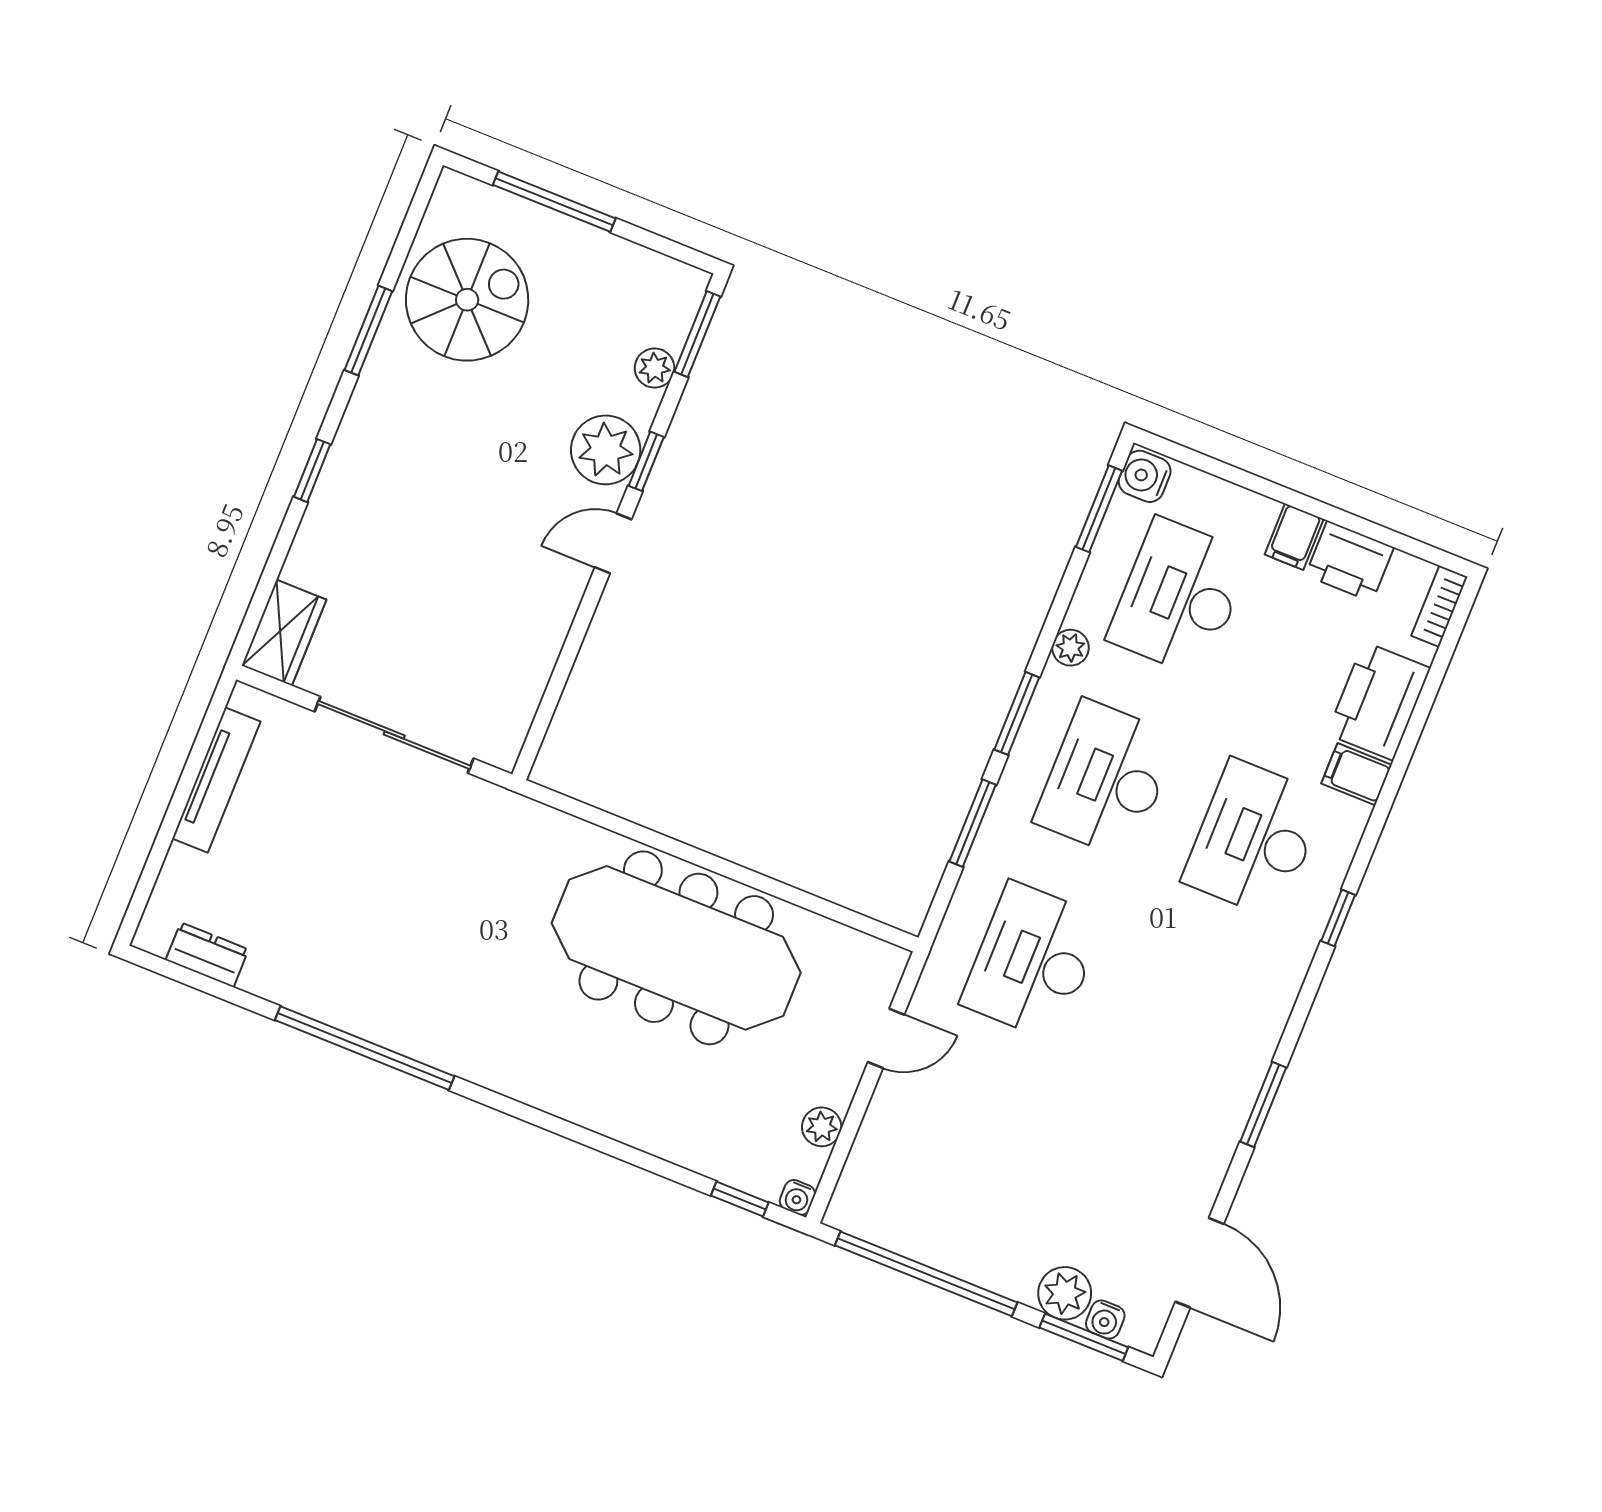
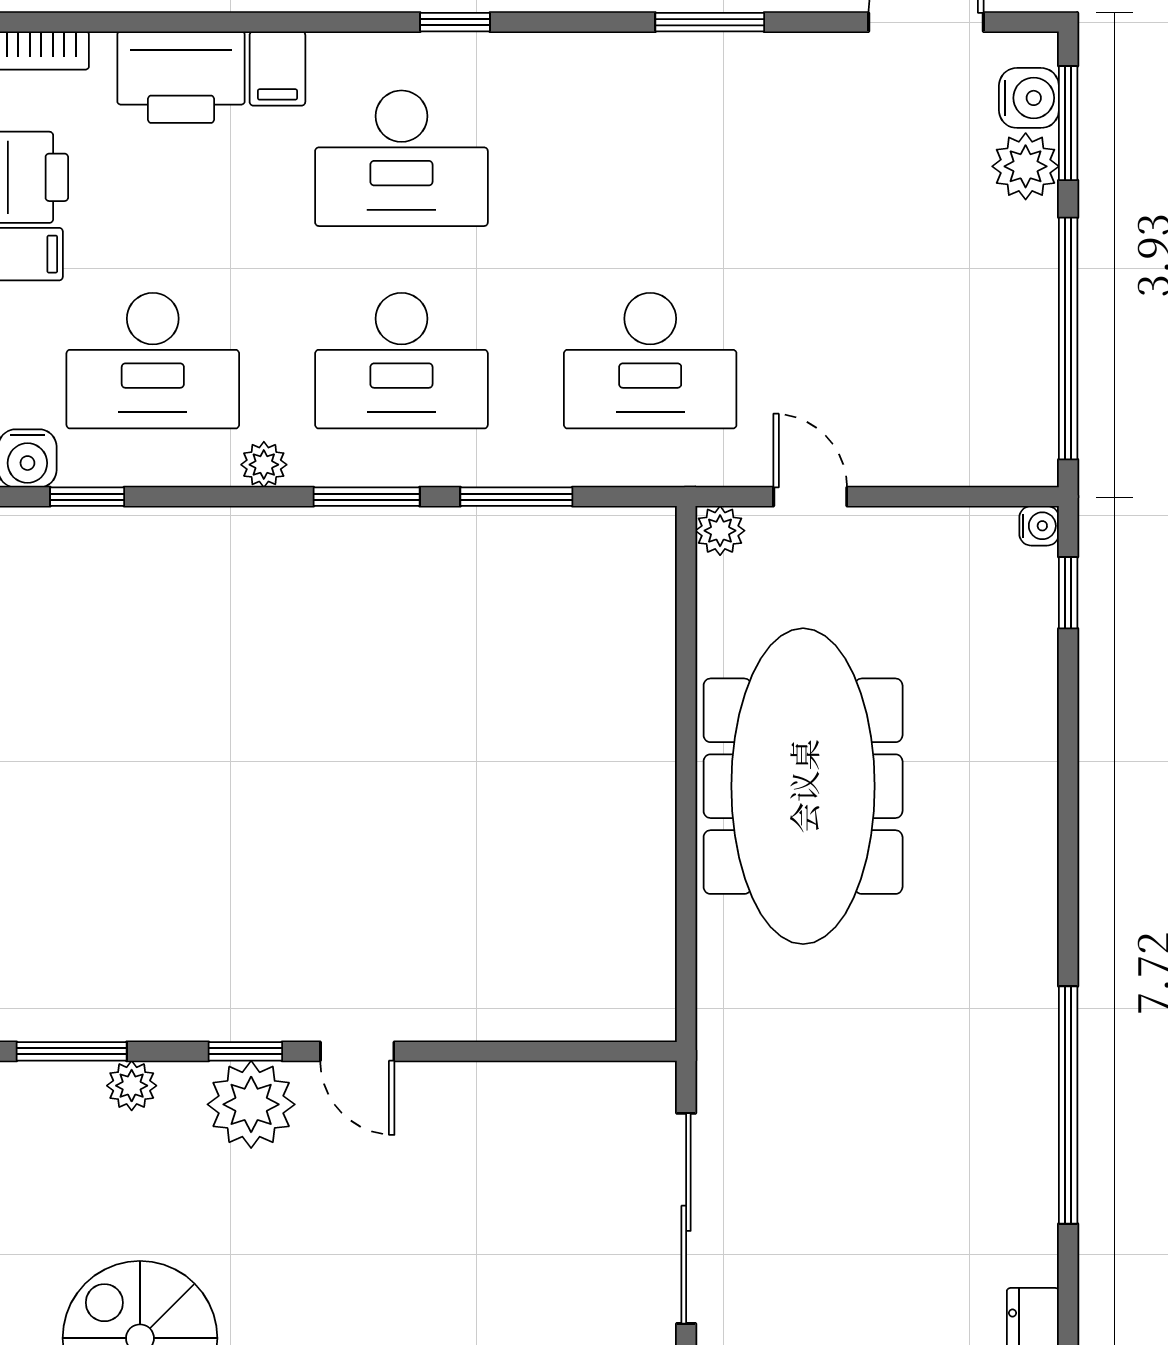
window: (1099, 509) -> (87, 497), width x0.67
plant: (822, 1127) -> (720, 531), moved
water cooler: (1105, 1320) -> (1029, 98), width x1.38, depth x1.38

